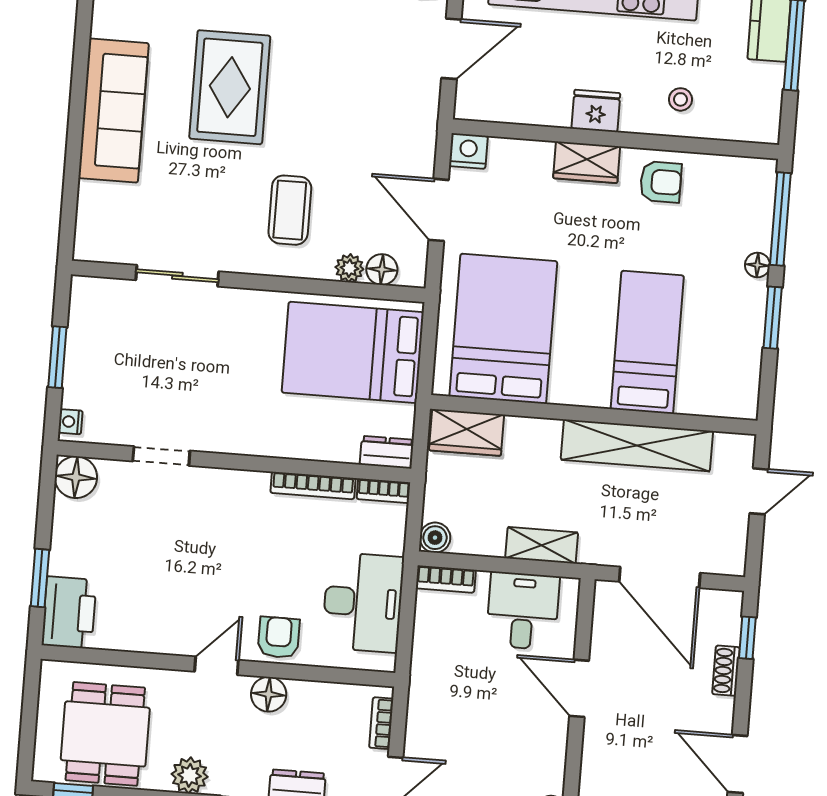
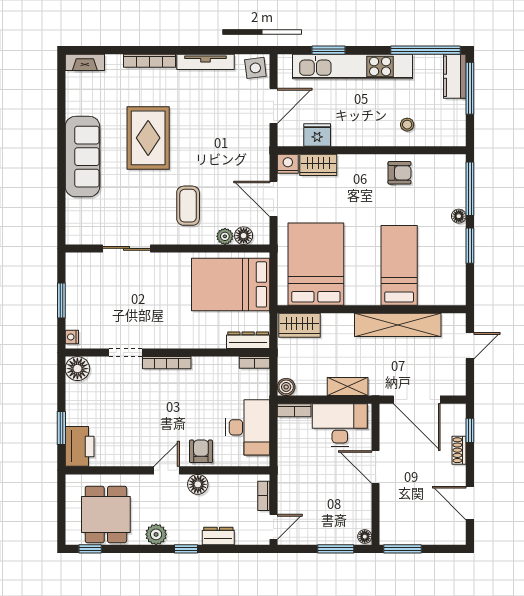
fridge: (596, 111) -> (317, 135), moved
wardrobe: (587, 162) -> (318, 165), moved
dresser: (387, 452) -> (248, 340), width x1.44
bookcase: (313, 486) -> (167, 363), moved
desk: (523, 611) -> (340, 425), width x1.37

